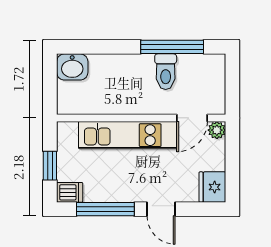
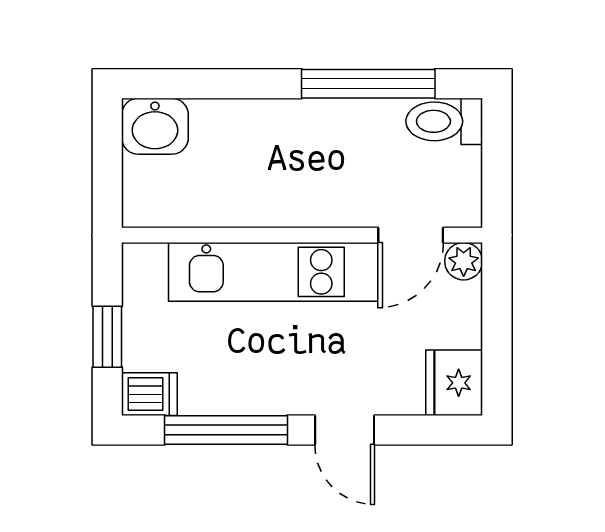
toilet: (166, 72) -> (444, 121), moved, turned 90

